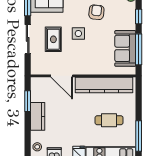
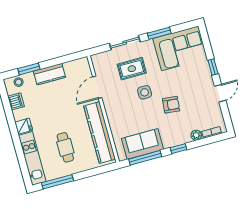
window: (28, 101) -> (29, 69), moved

